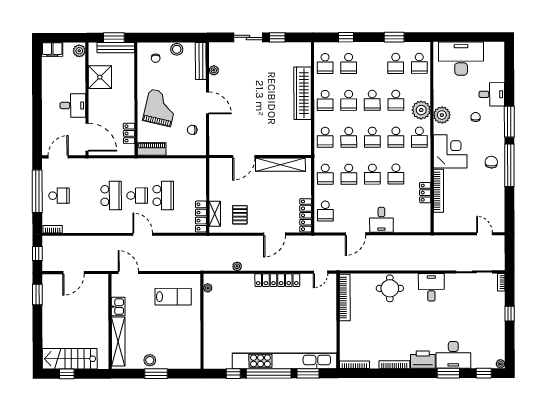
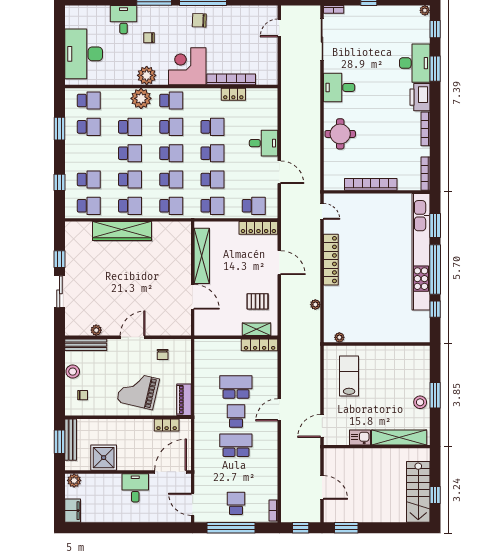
bookcase: (345, 297) -> (371, 184), moved

